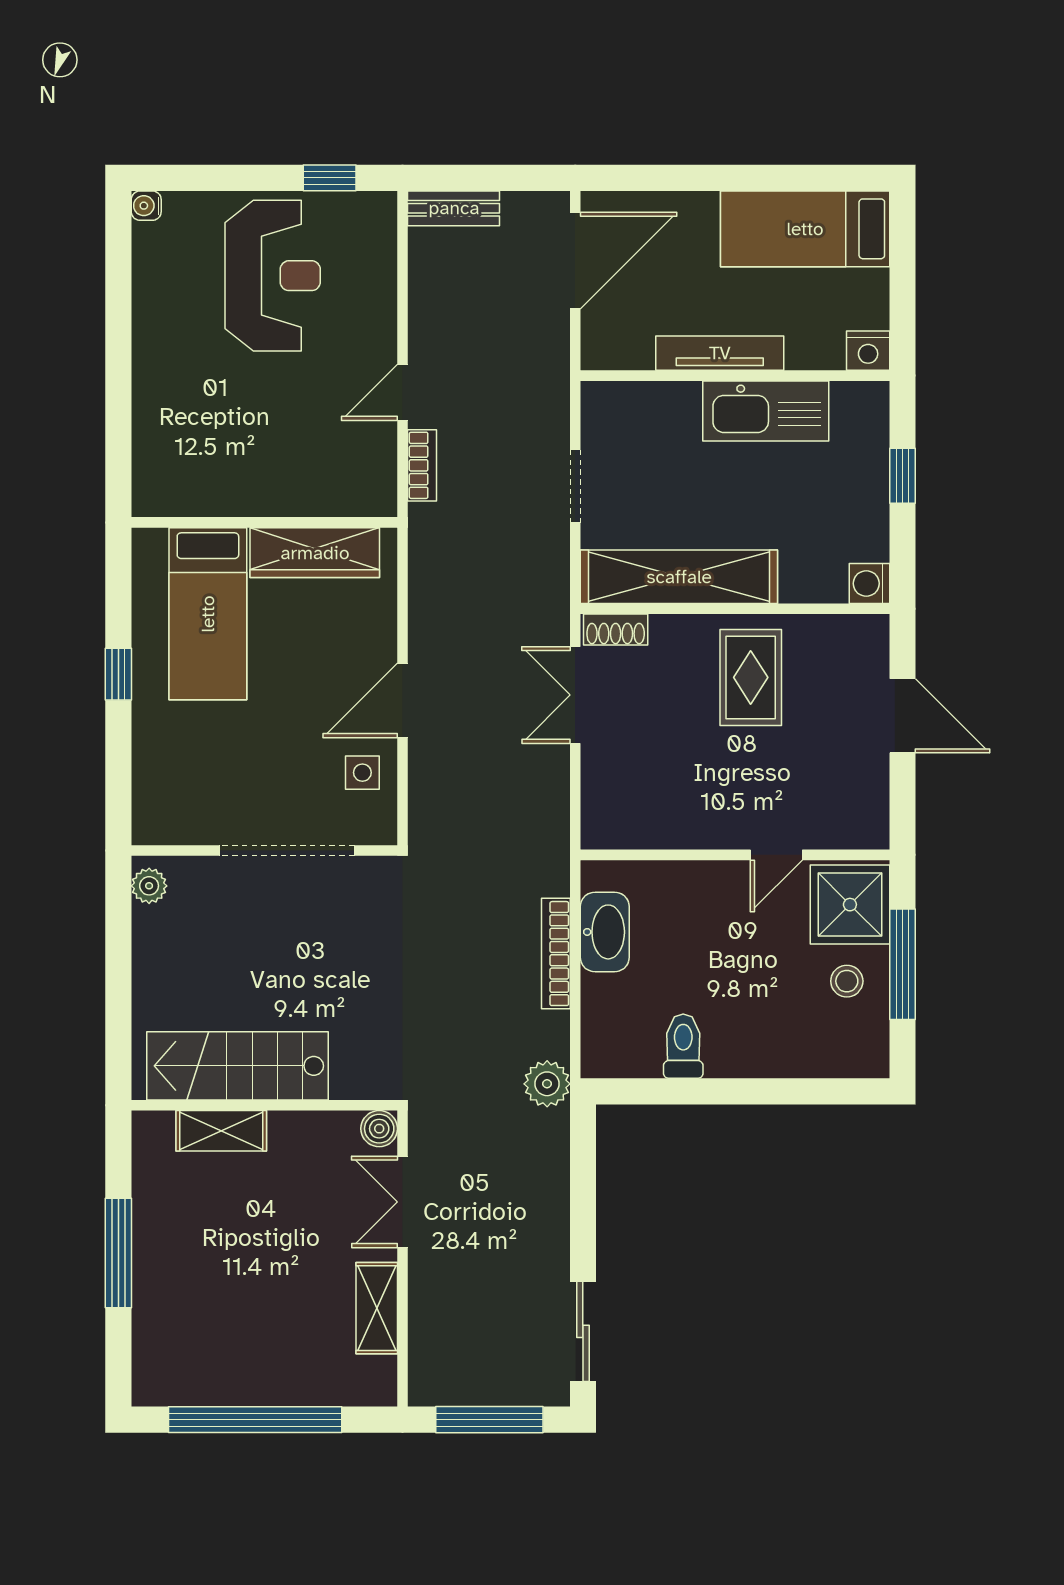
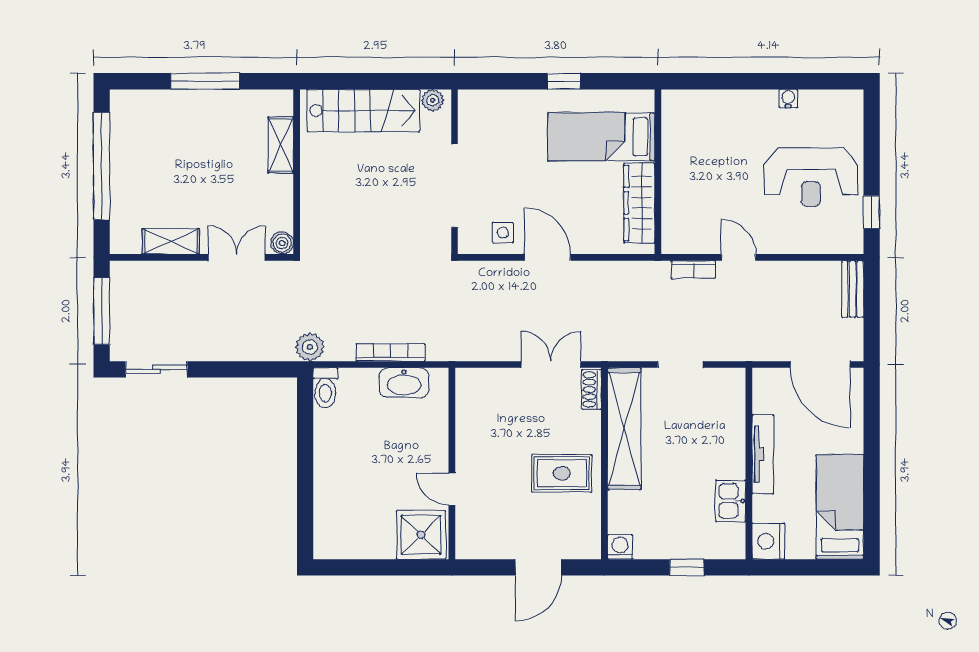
water cooler: (146, 206) -> (788, 98), moved
nightstand: (868, 351) -> (768, 541), width x1.36, depth x1.33
kitchen sink: (766, 411) -> (731, 501), width x0.53, depth x0.81
window: (902, 964) -> (384, 567), removed
stool: (847, 981) -> (374, 533), removed
toilet: (683, 1046) -> (325, 388), moved, turned 90
stairs: (238, 1066) -> (363, 111), moved, turned 90

